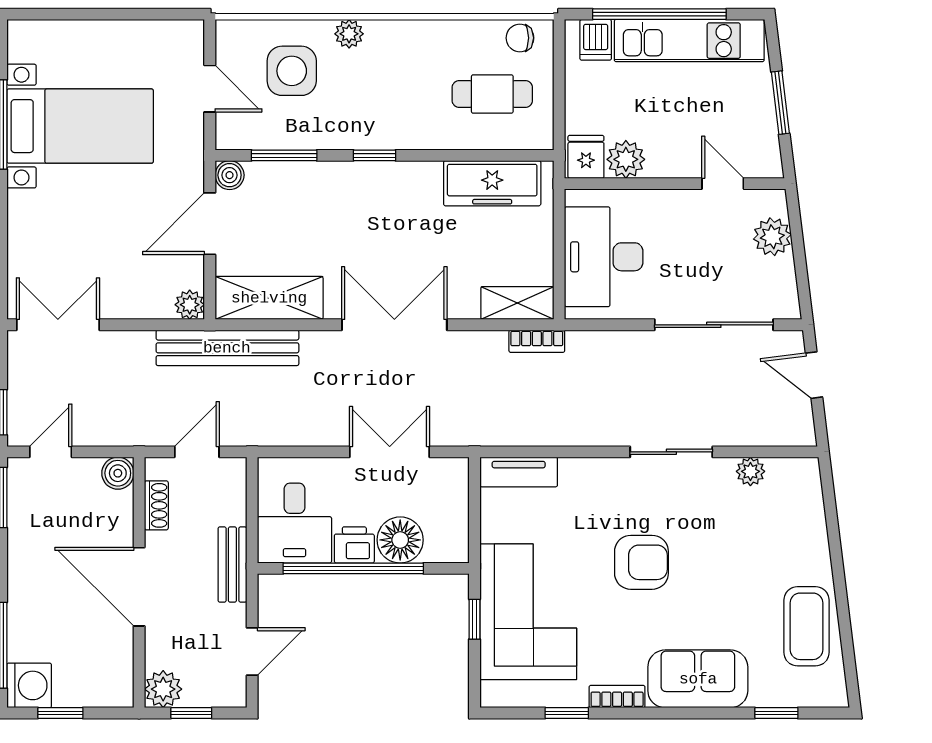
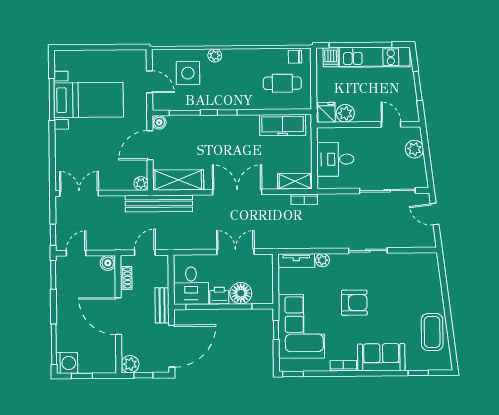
desk: (604, 257) -> (335, 159), width x0.73
plant: (750, 471) -> (323, 260), moved
door: (252, 651) -> (172, 346), width x1.87
window: (567, 713) -> (293, 374), moved

